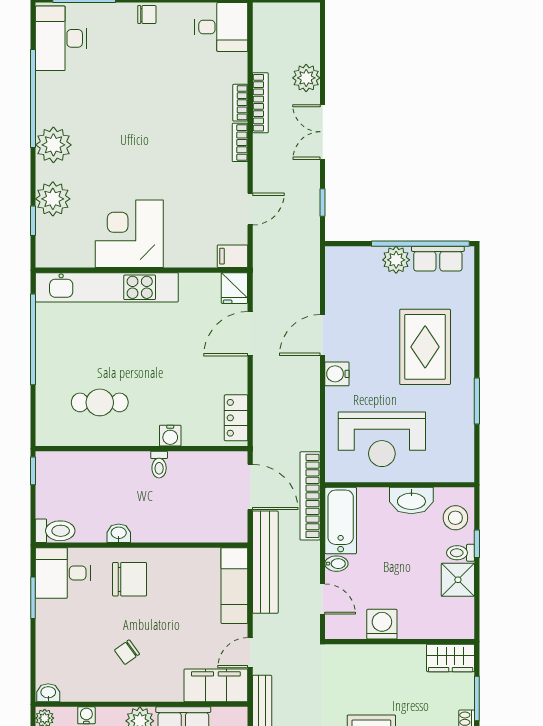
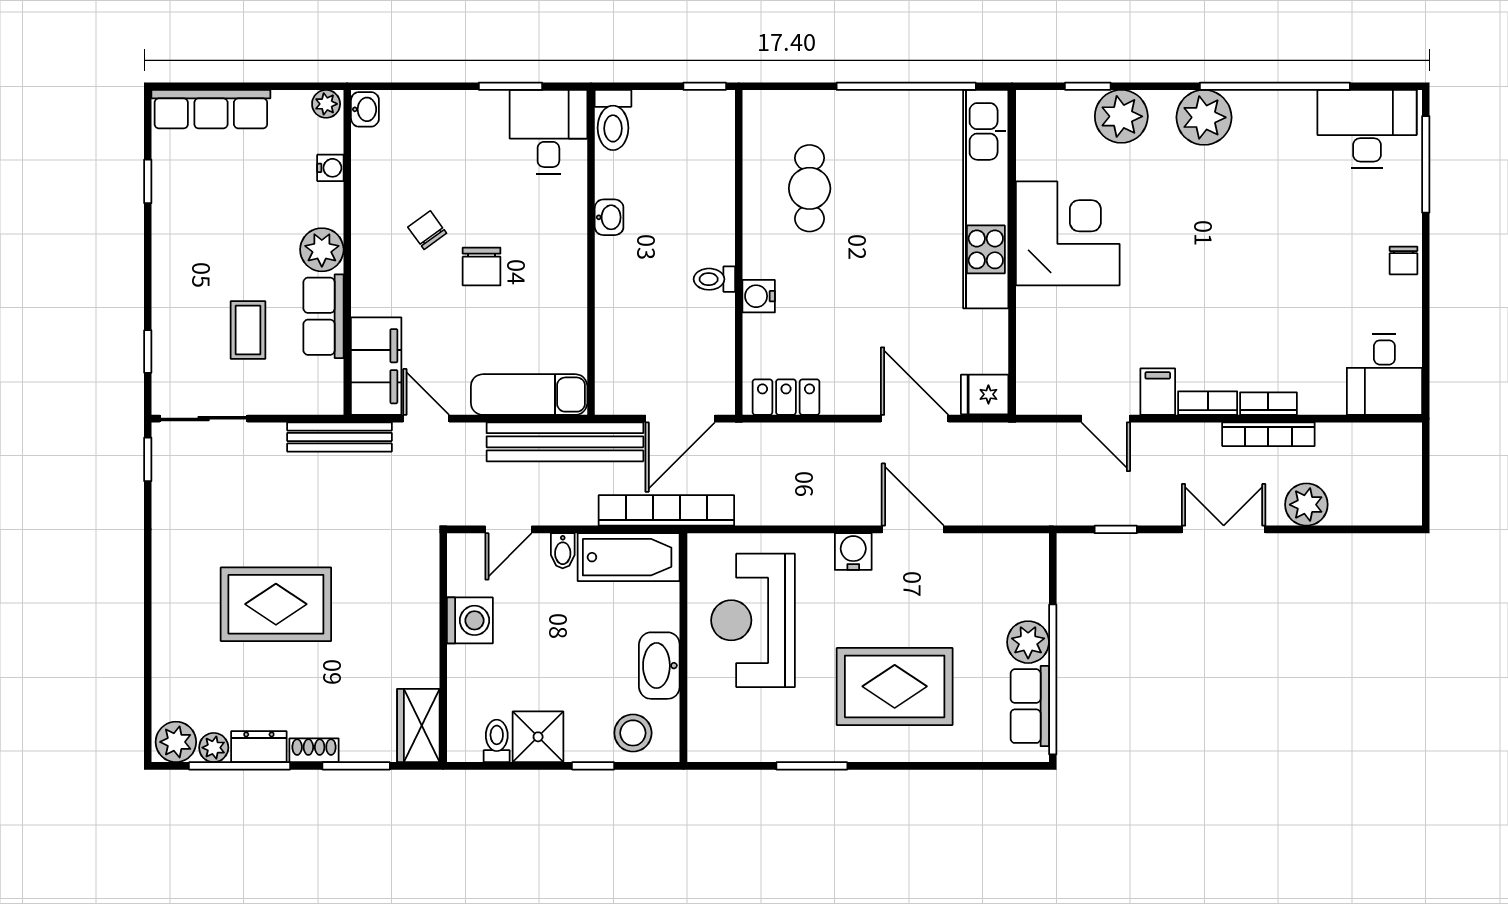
filing cabinet: (233, 256) -> (1158, 392), moved
toilet: (461, 553) -> (497, 741), moved
chair: (130, 579) -> (482, 267), moved, width x0.73, depth x0.73

